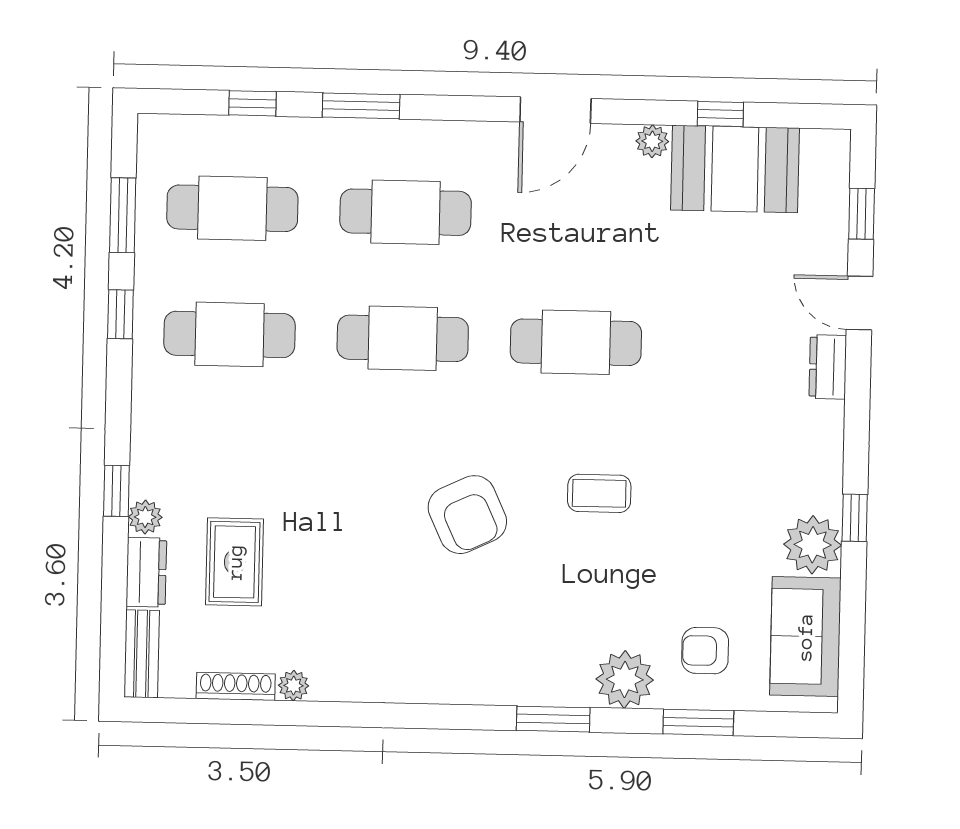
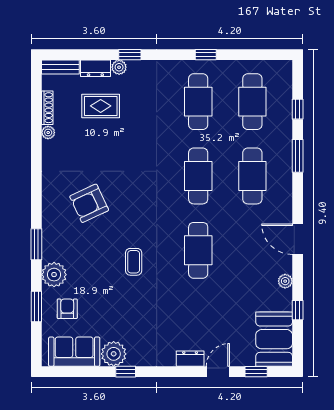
booth: (735, 169) -> (274, 339), moved
window: (123, 215) -> (248, 55), removed
armchair: (467, 515) -> (89, 203), moved

